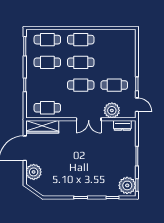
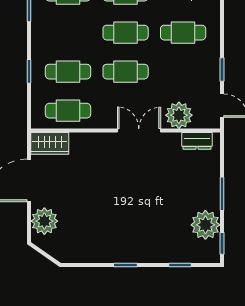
cafe table: (47, 62) -> (68, 72), moved
cafe table: (114, 85) -> (183, 33), moved
double door: (89, 119) -> (139, 131), swing flipped
wardrobe: (42, 127) -> (50, 143), width x0.67
plant: (127, 185) -> (205, 225), moved

